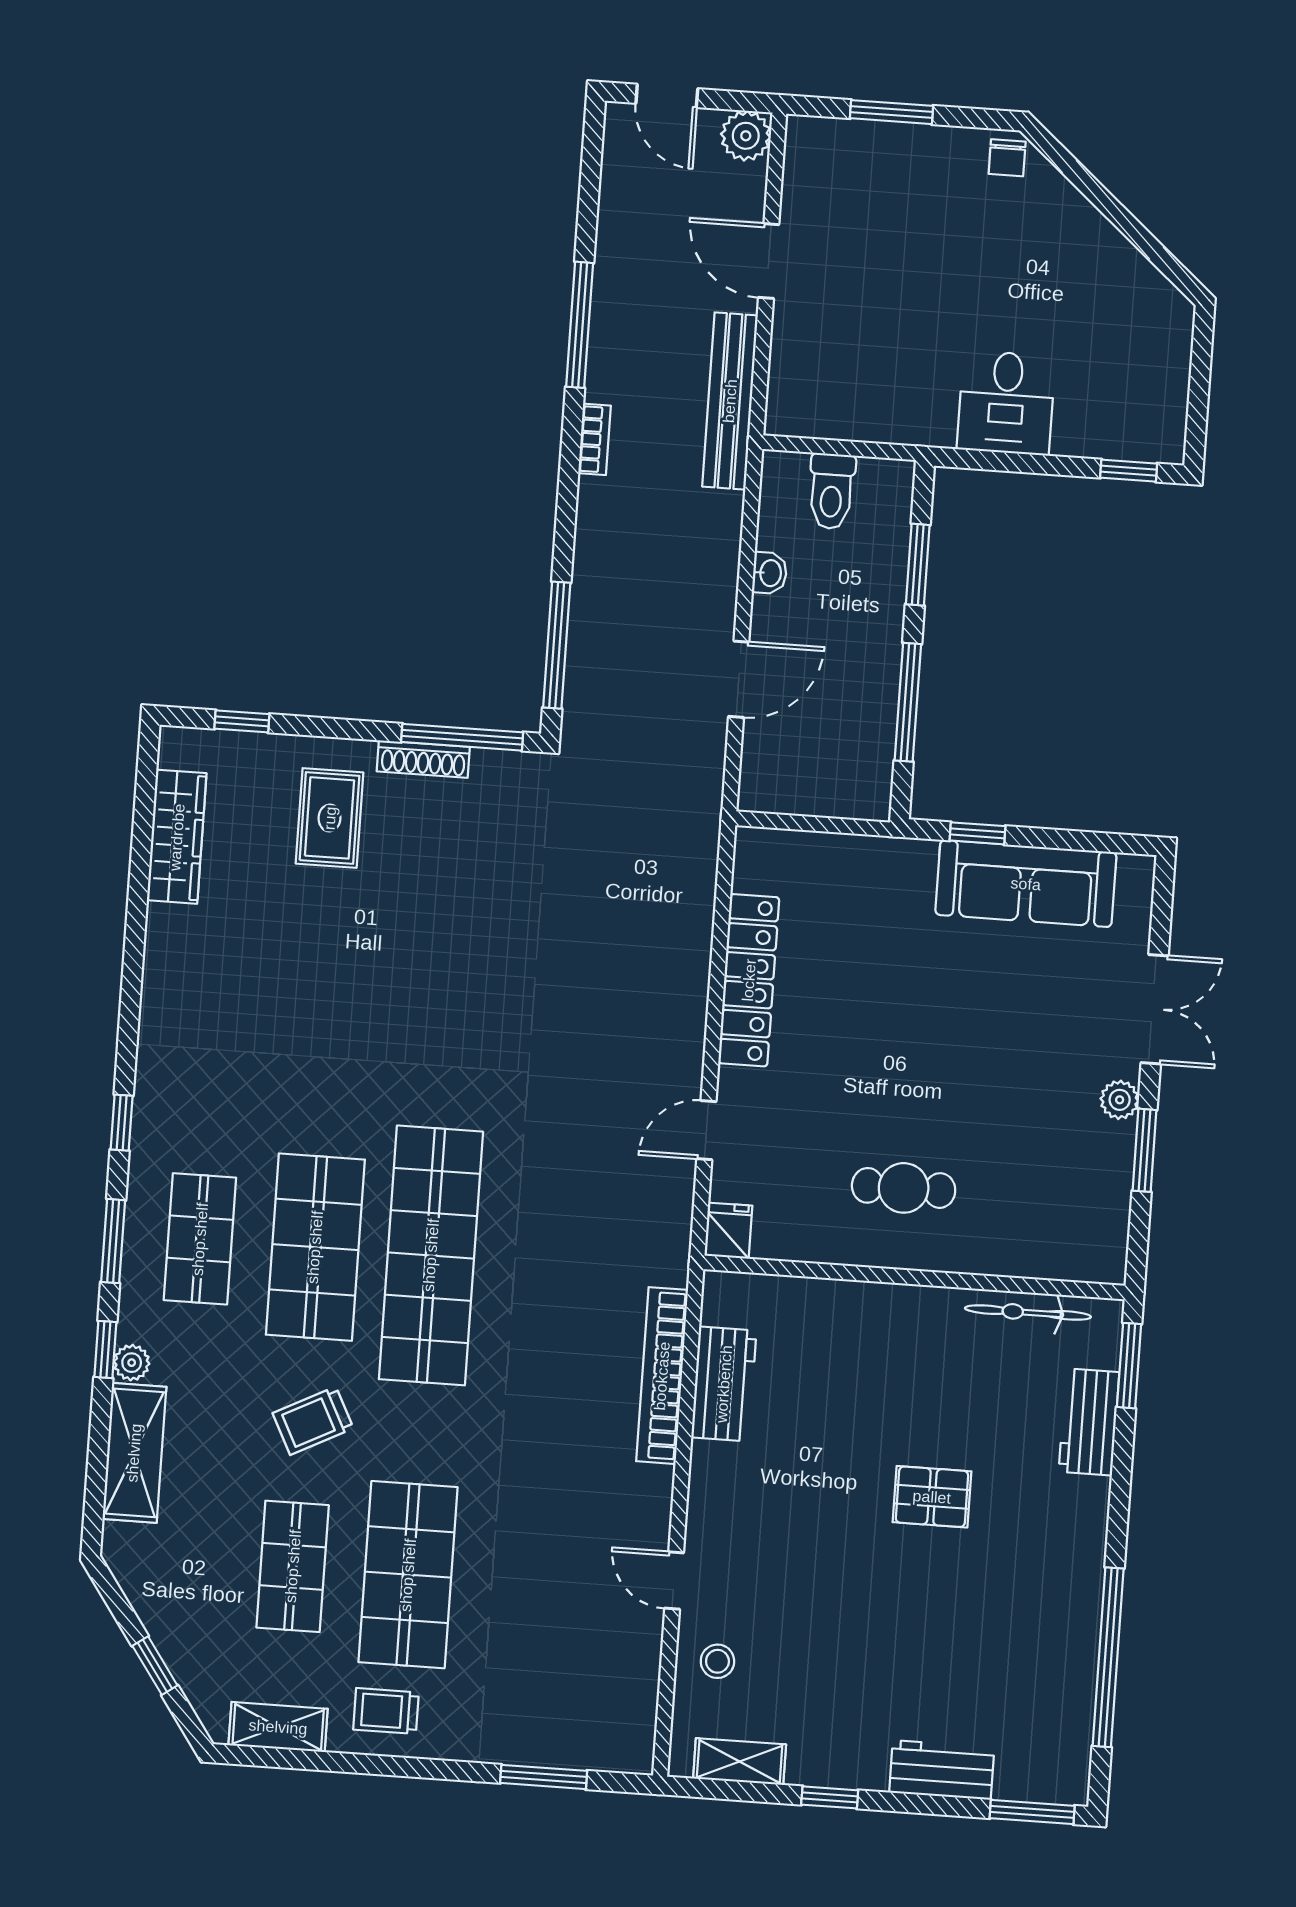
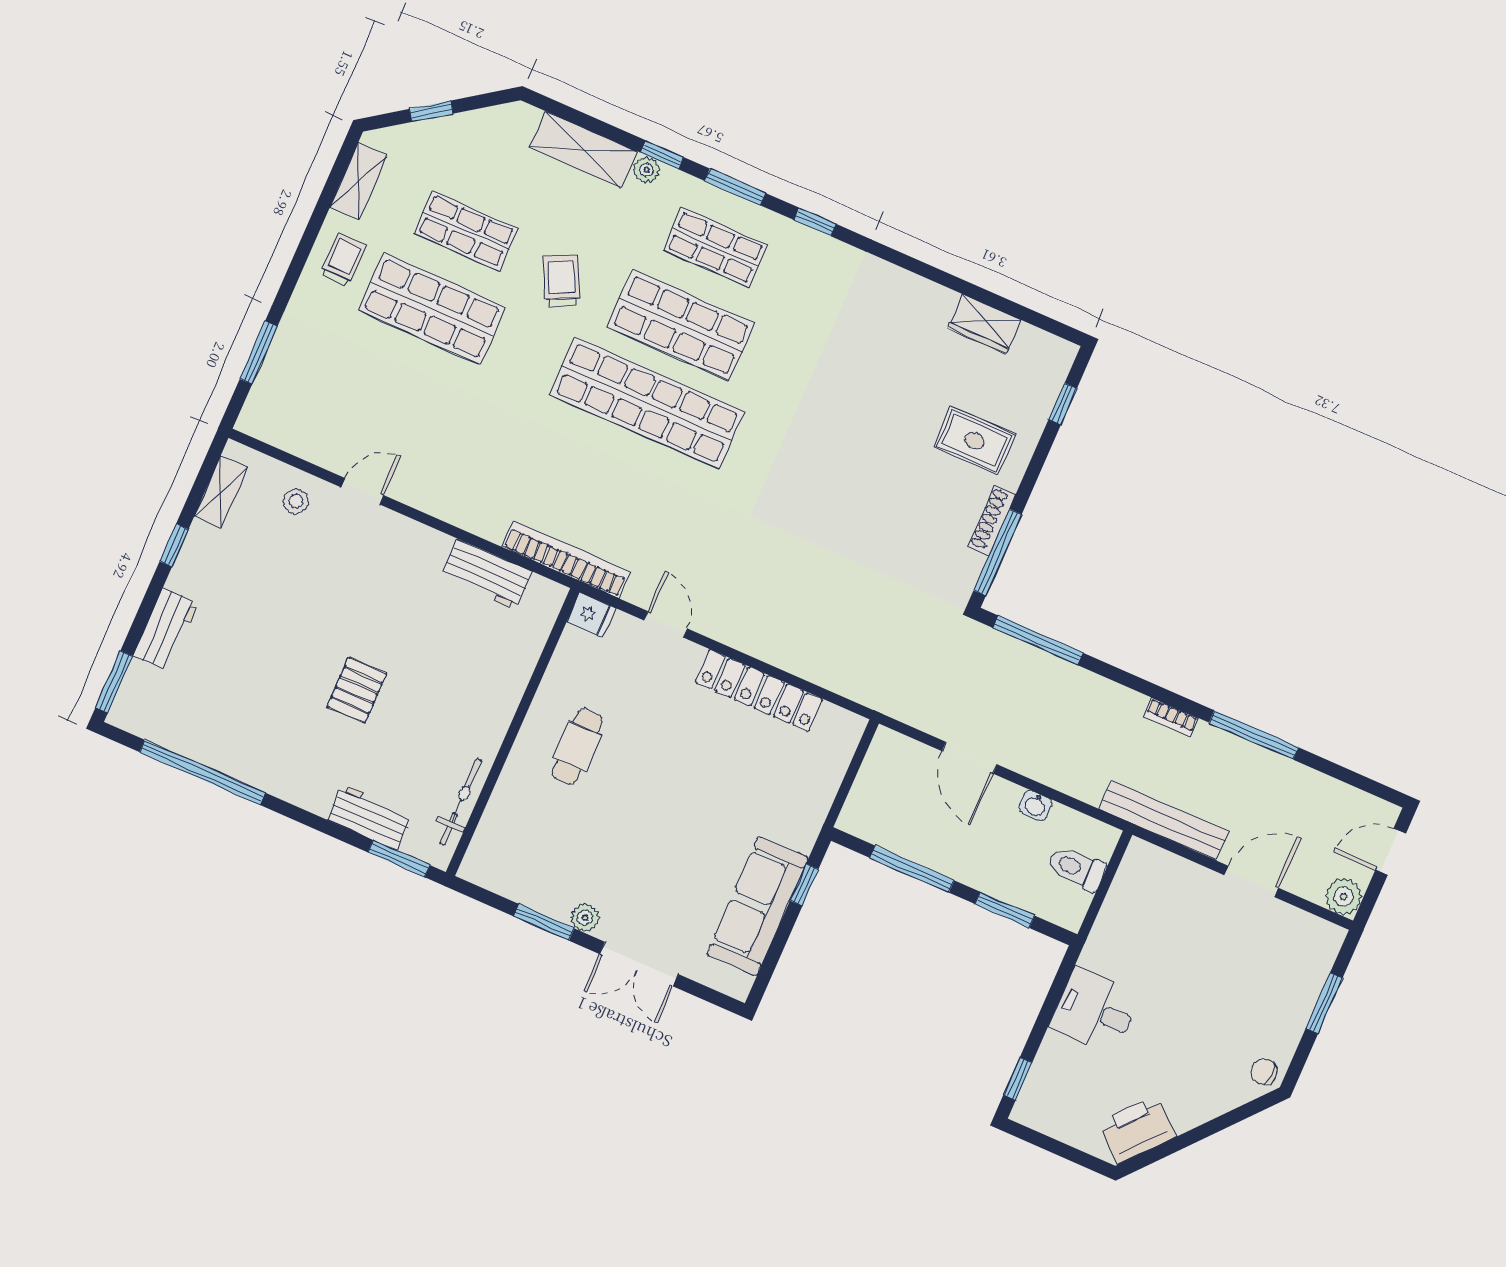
printer: (1139, 294) -> (1137, 1130), added
wardrobe: (177, 837) -> (984, 324), width x0.67
bookcase: (662, 1376) -> (566, 559), moved

